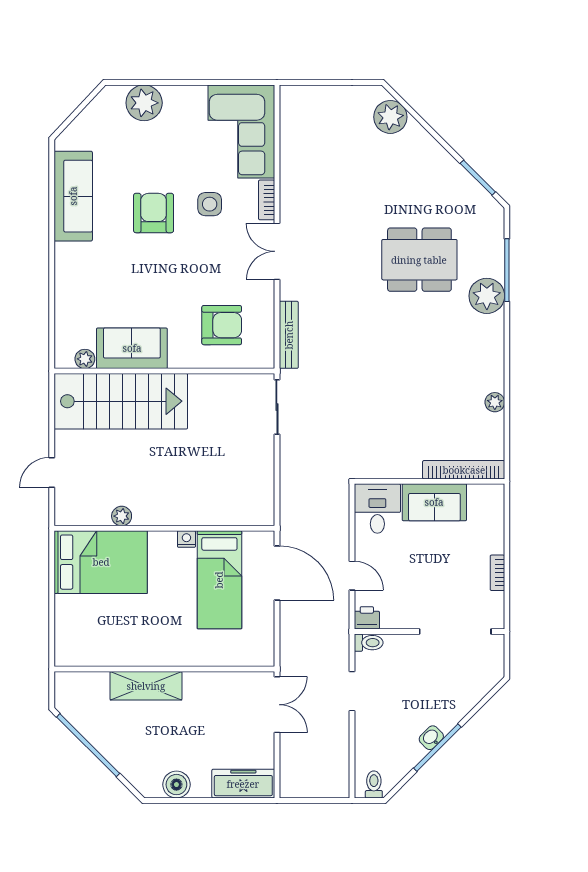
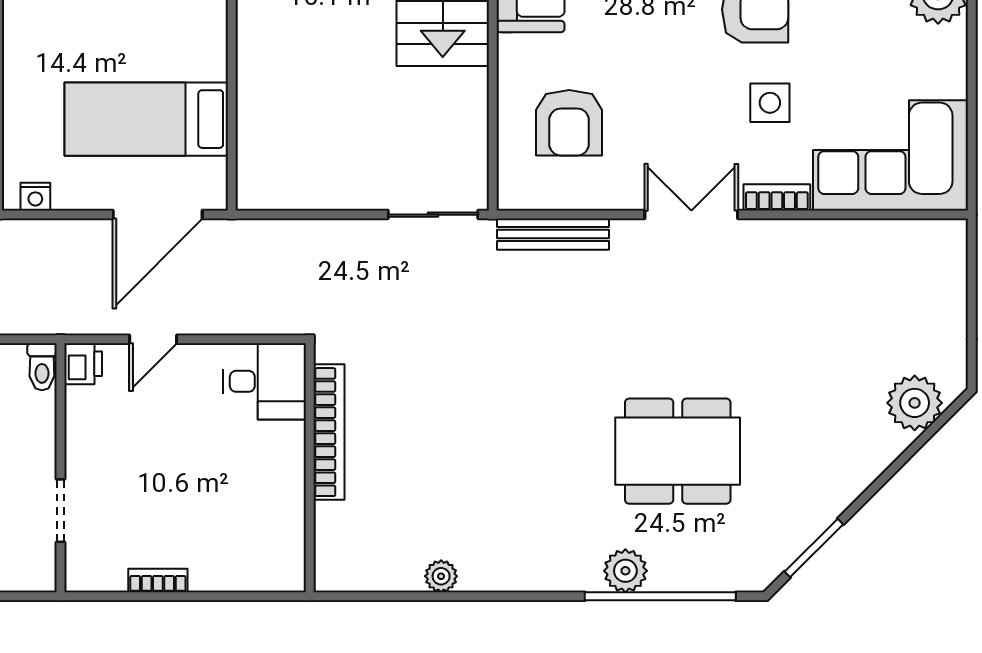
dining table: (419, 260) -> (678, 451), turned 90
window: (507, 270) -> (660, 596), width x1.46
plant: (487, 296) -> (625, 571), width x0.73, depth x0.73
bookcase: (464, 470) -> (329, 432), moved
sofa: (434, 502) -> (275, 476), removed
nightstand: (186, 539) -> (35, 197), moved, turned 90
doorway: (455, 632) -> (60, 511), width x0.53

